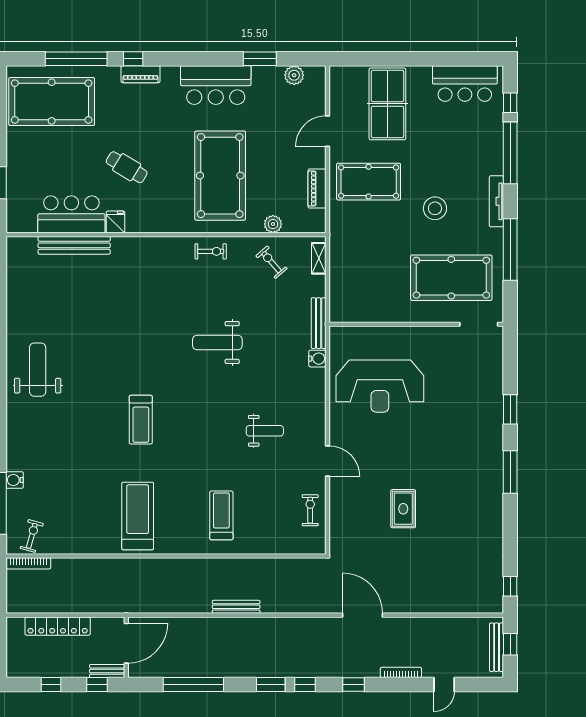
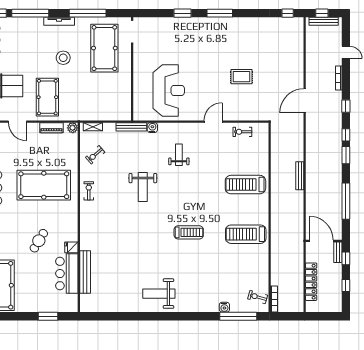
plant: (273, 224) -> (73, 128), moved
weight bench: (265, 431) -> (179, 155), moved
treadmill: (221, 515) -> (245, 185), width x1.37, depth x1.38

